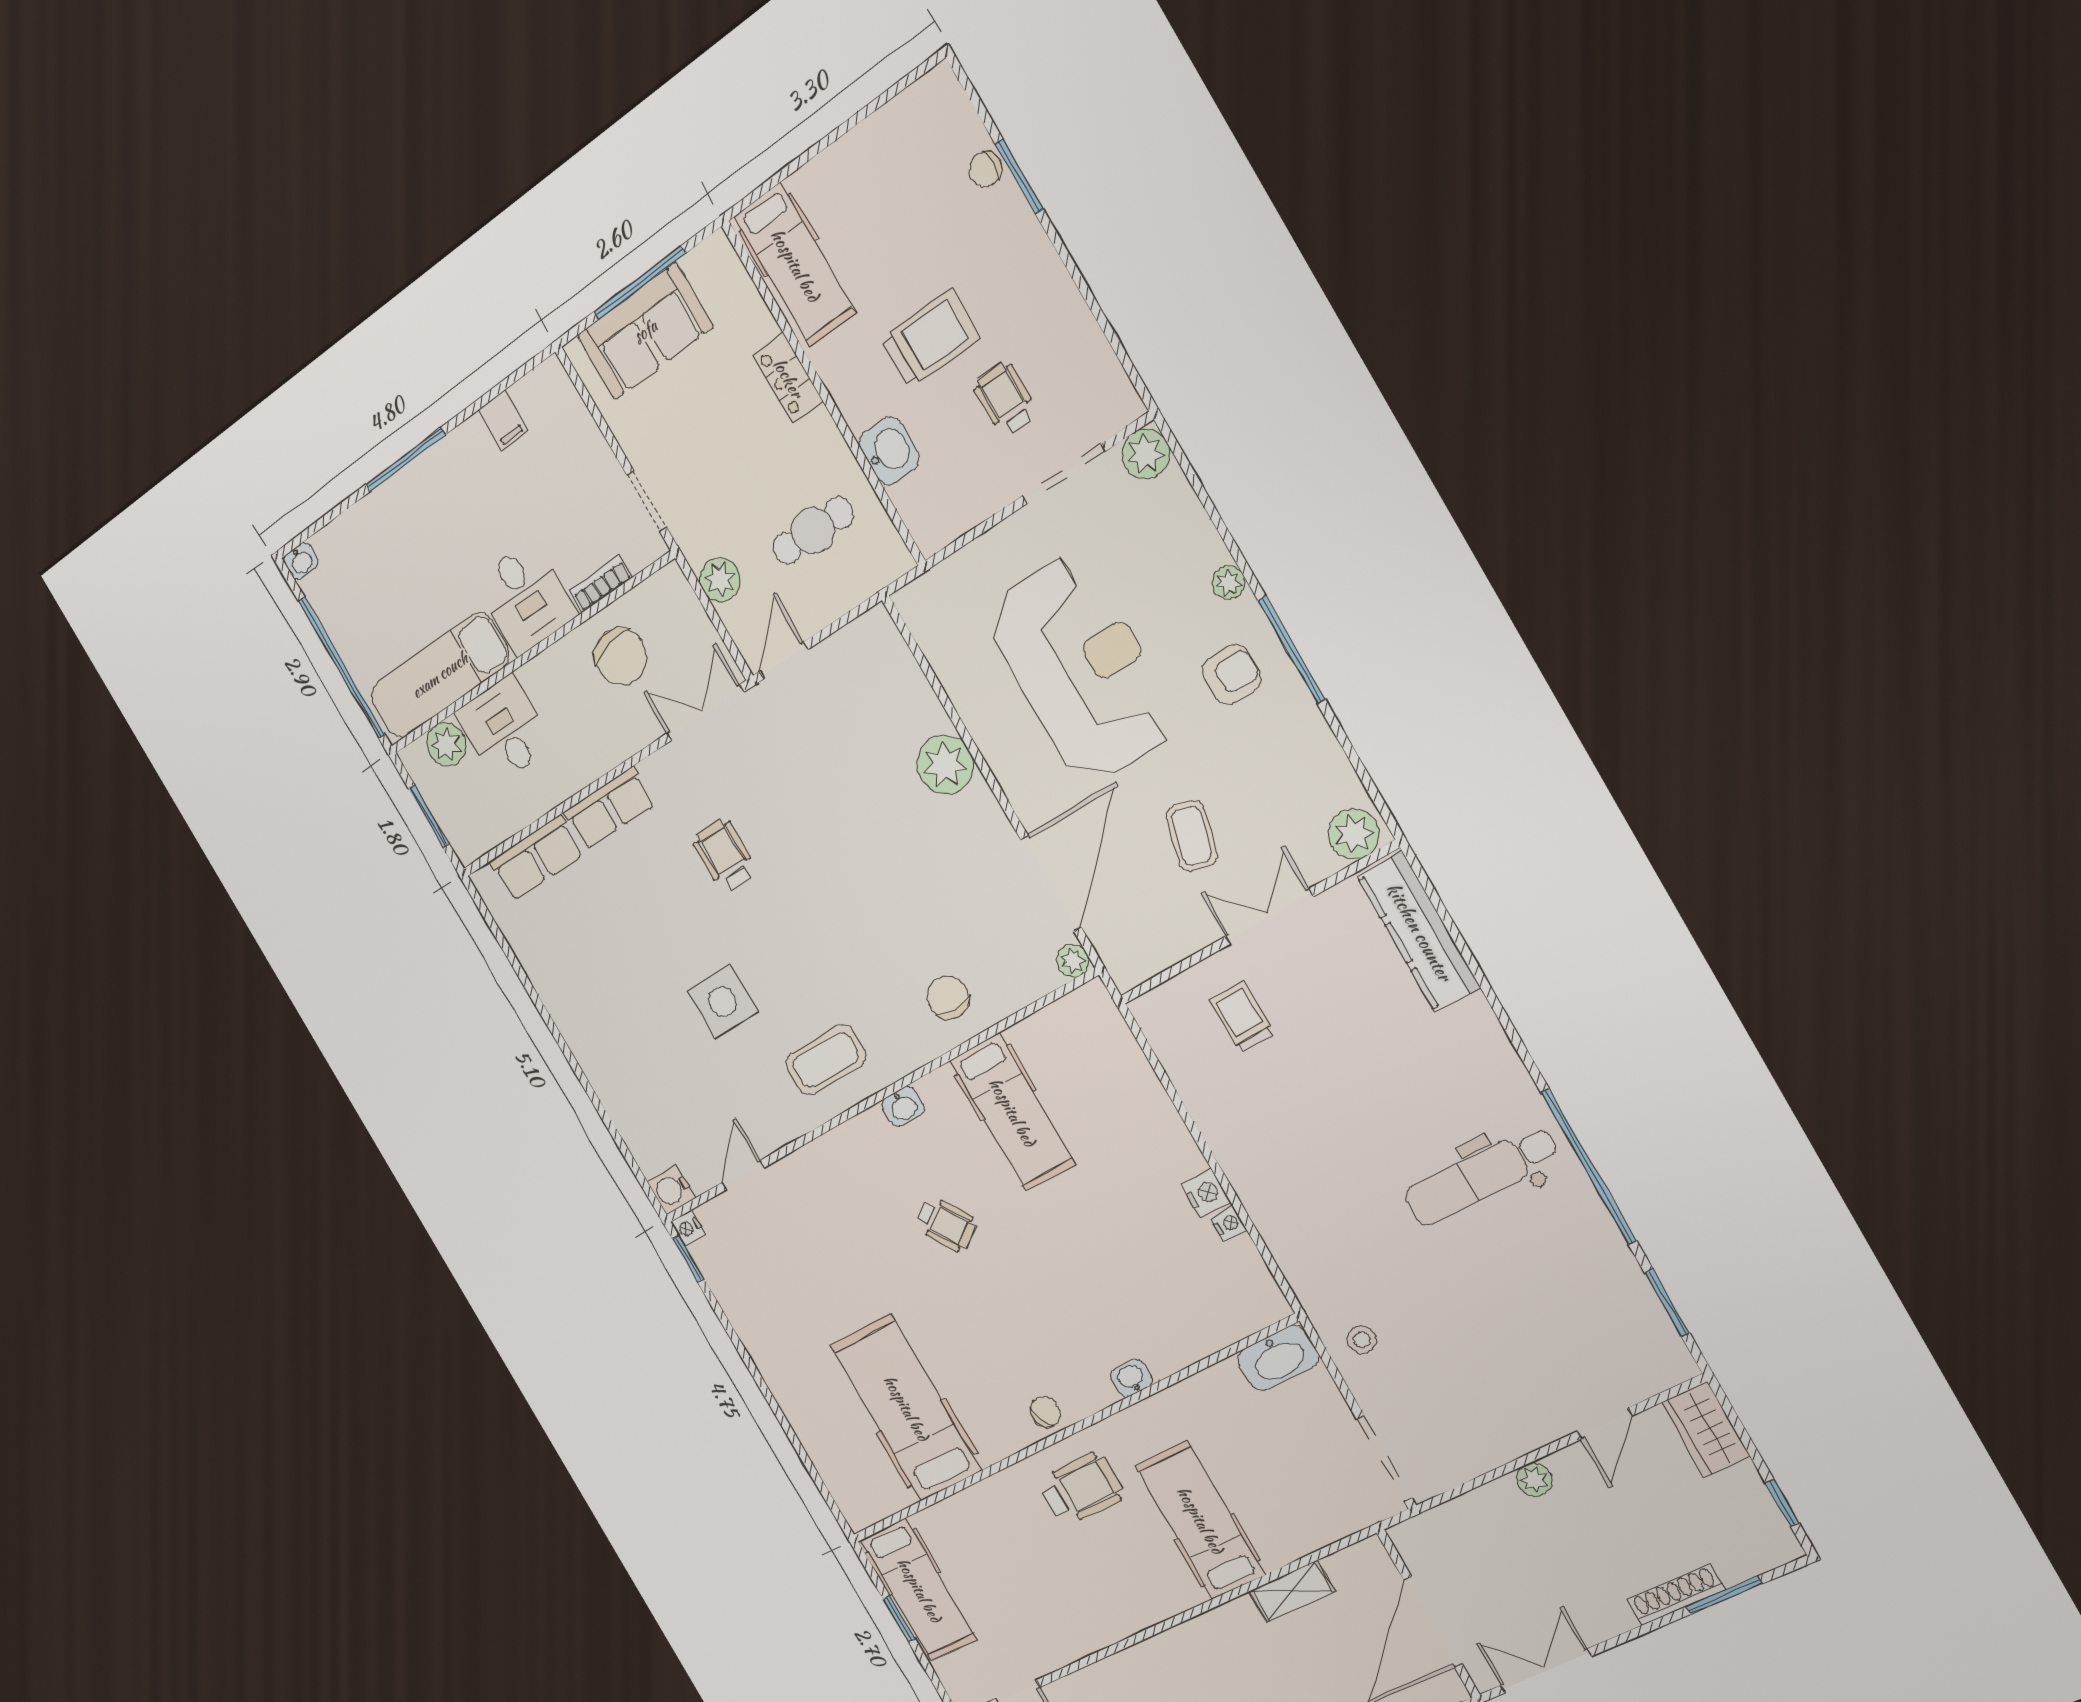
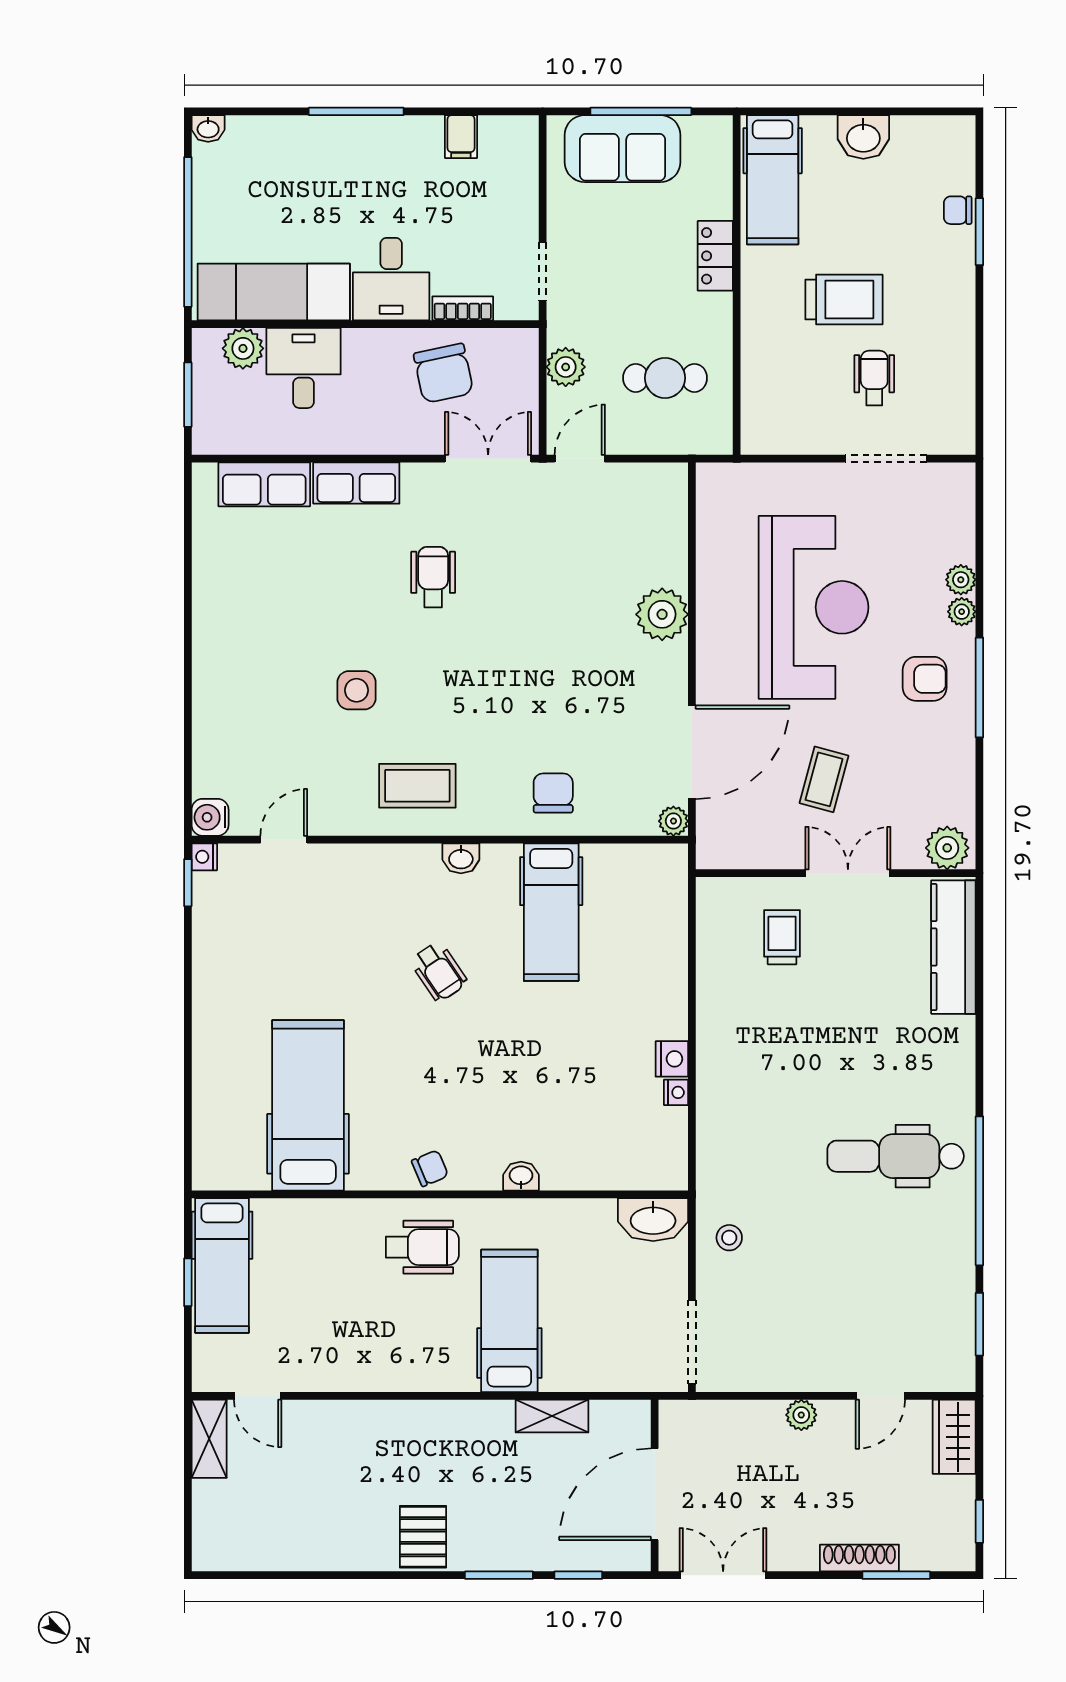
washbasin: (889, 451) -> (863, 137), moved, turned 90
plant: (1146, 454) -> (961, 580), moved, width x0.73, depth x0.73
side table: (723, 1001) -> (357, 690), width x0.73, depth x0.73

